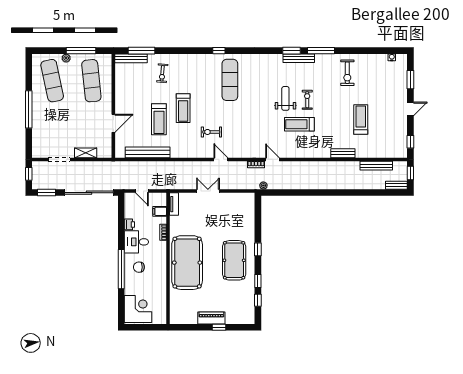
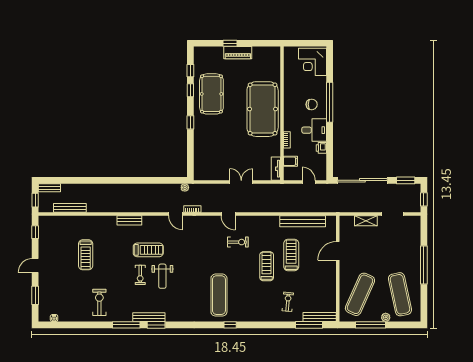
exercise mat: (91, 81) -> (360, 294), turned 30
bench: (343, 153) -> (129, 220), moved
double door: (208, 191) -> (241, 182), swing flipped
pool table: (234, 260) -> (211, 94), moved

